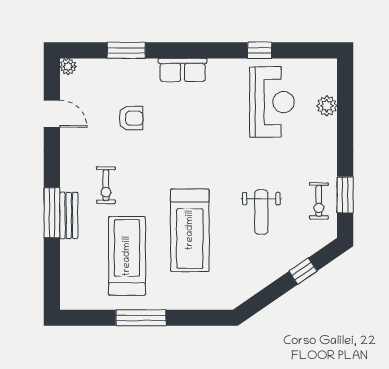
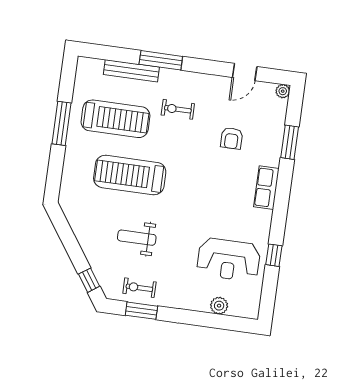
bench: (69, 215) -> (131, 71), moved, width x1.36
window: (303, 271) -> (89, 280), moved

